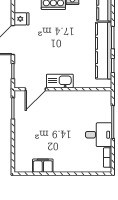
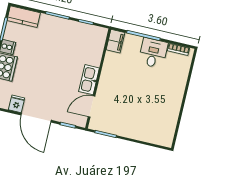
kitchen counter: (104, 51) -> (69, 28), removed
door: (35, 89) -> (92, 107), swing flipped
filing cabinet: (43, 166) -> (115, 41), moved, turned 180

